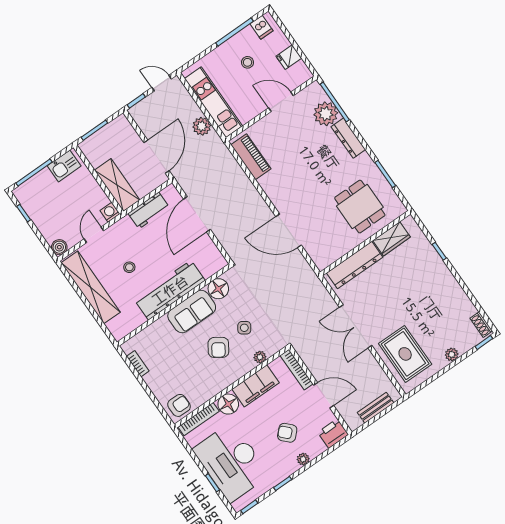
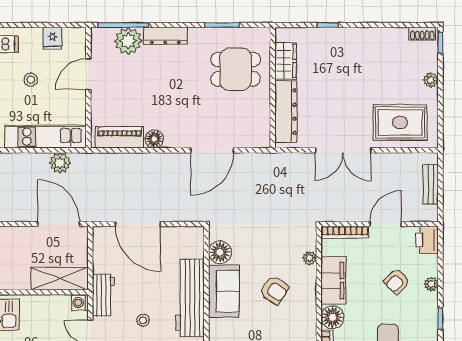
floor lamp: (267, 183) -> (154, 139), added
workbench: (149, 210) -> (103, 295), moved
side table: (244, 328) -> (273, 253), removed

